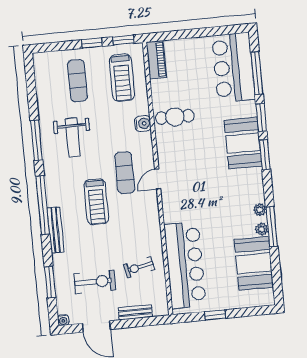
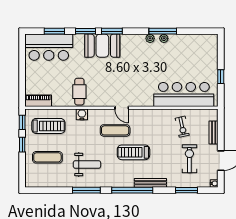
window: (257, 73) -> (54, 31), width x0.69
treadmill: (96, 202) -> (133, 152), turned 180
booth: (254, 263) -> (187, 46), removed

